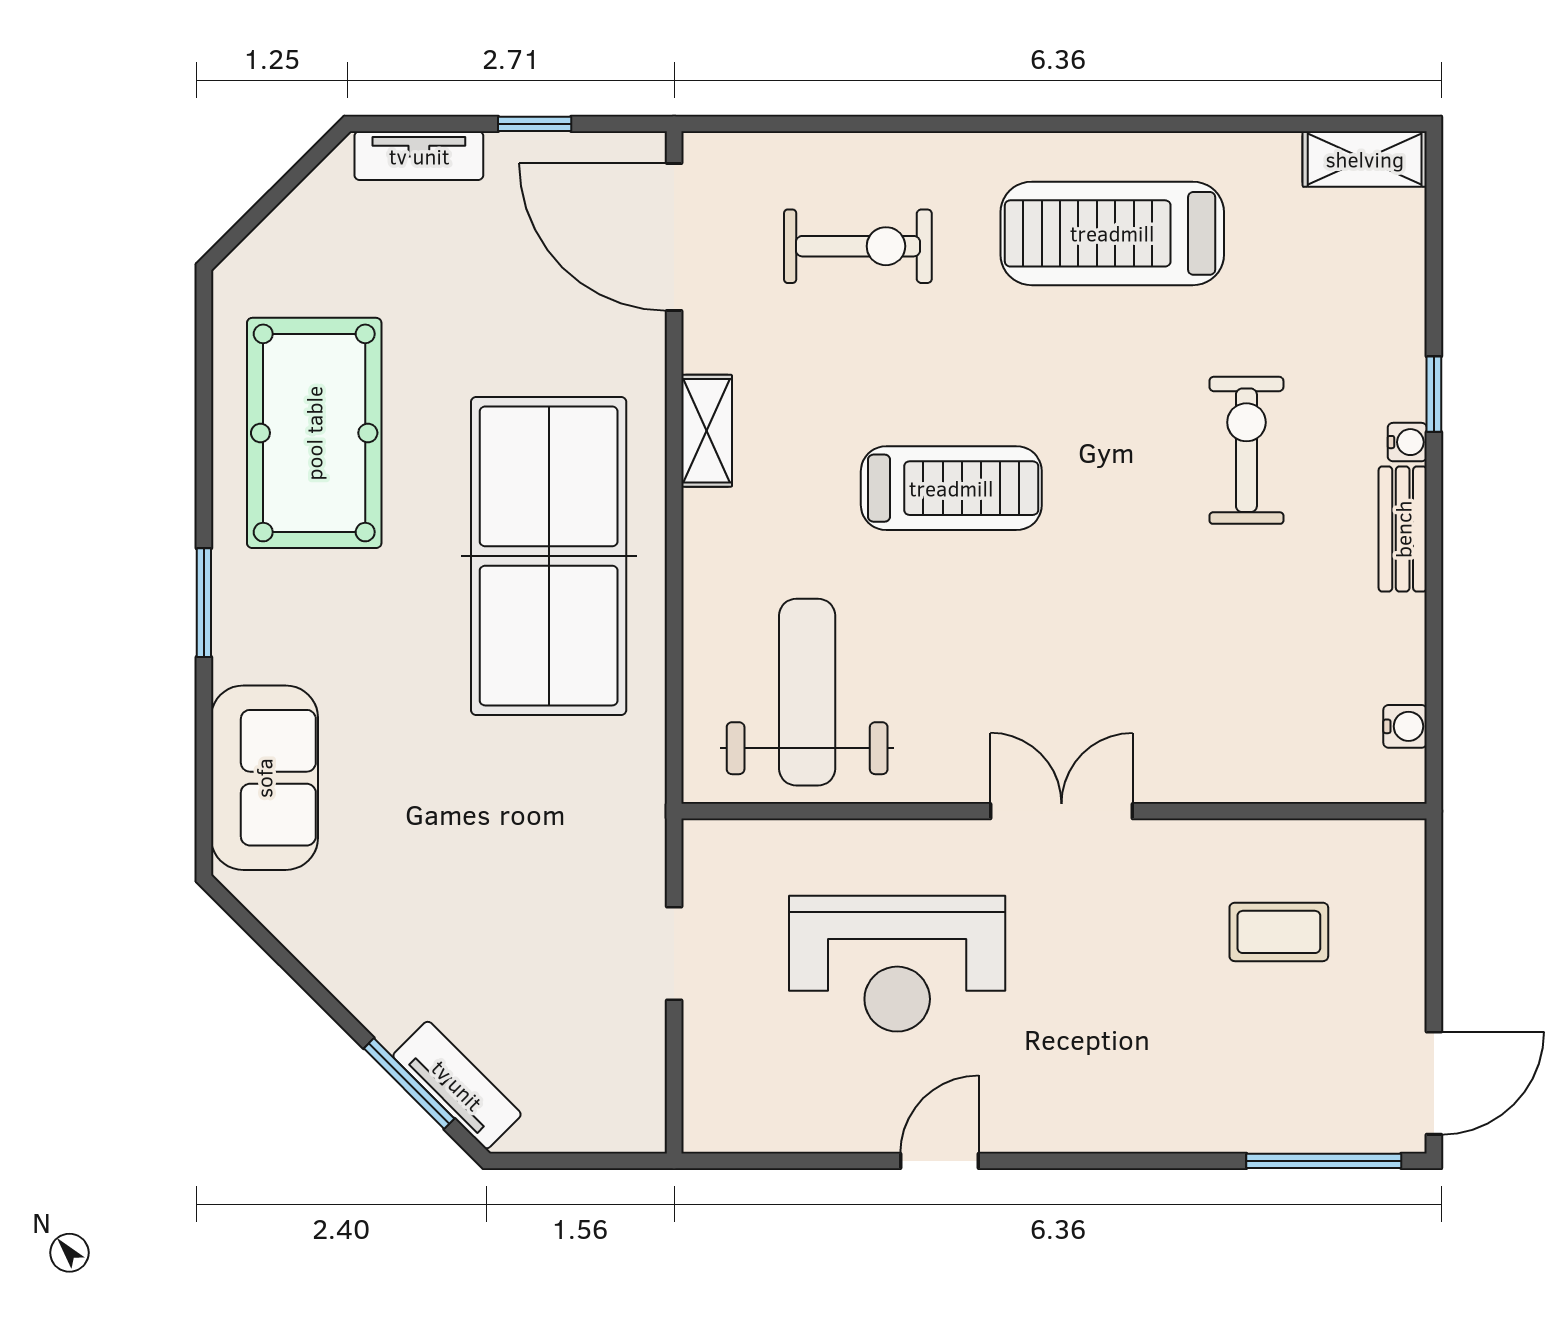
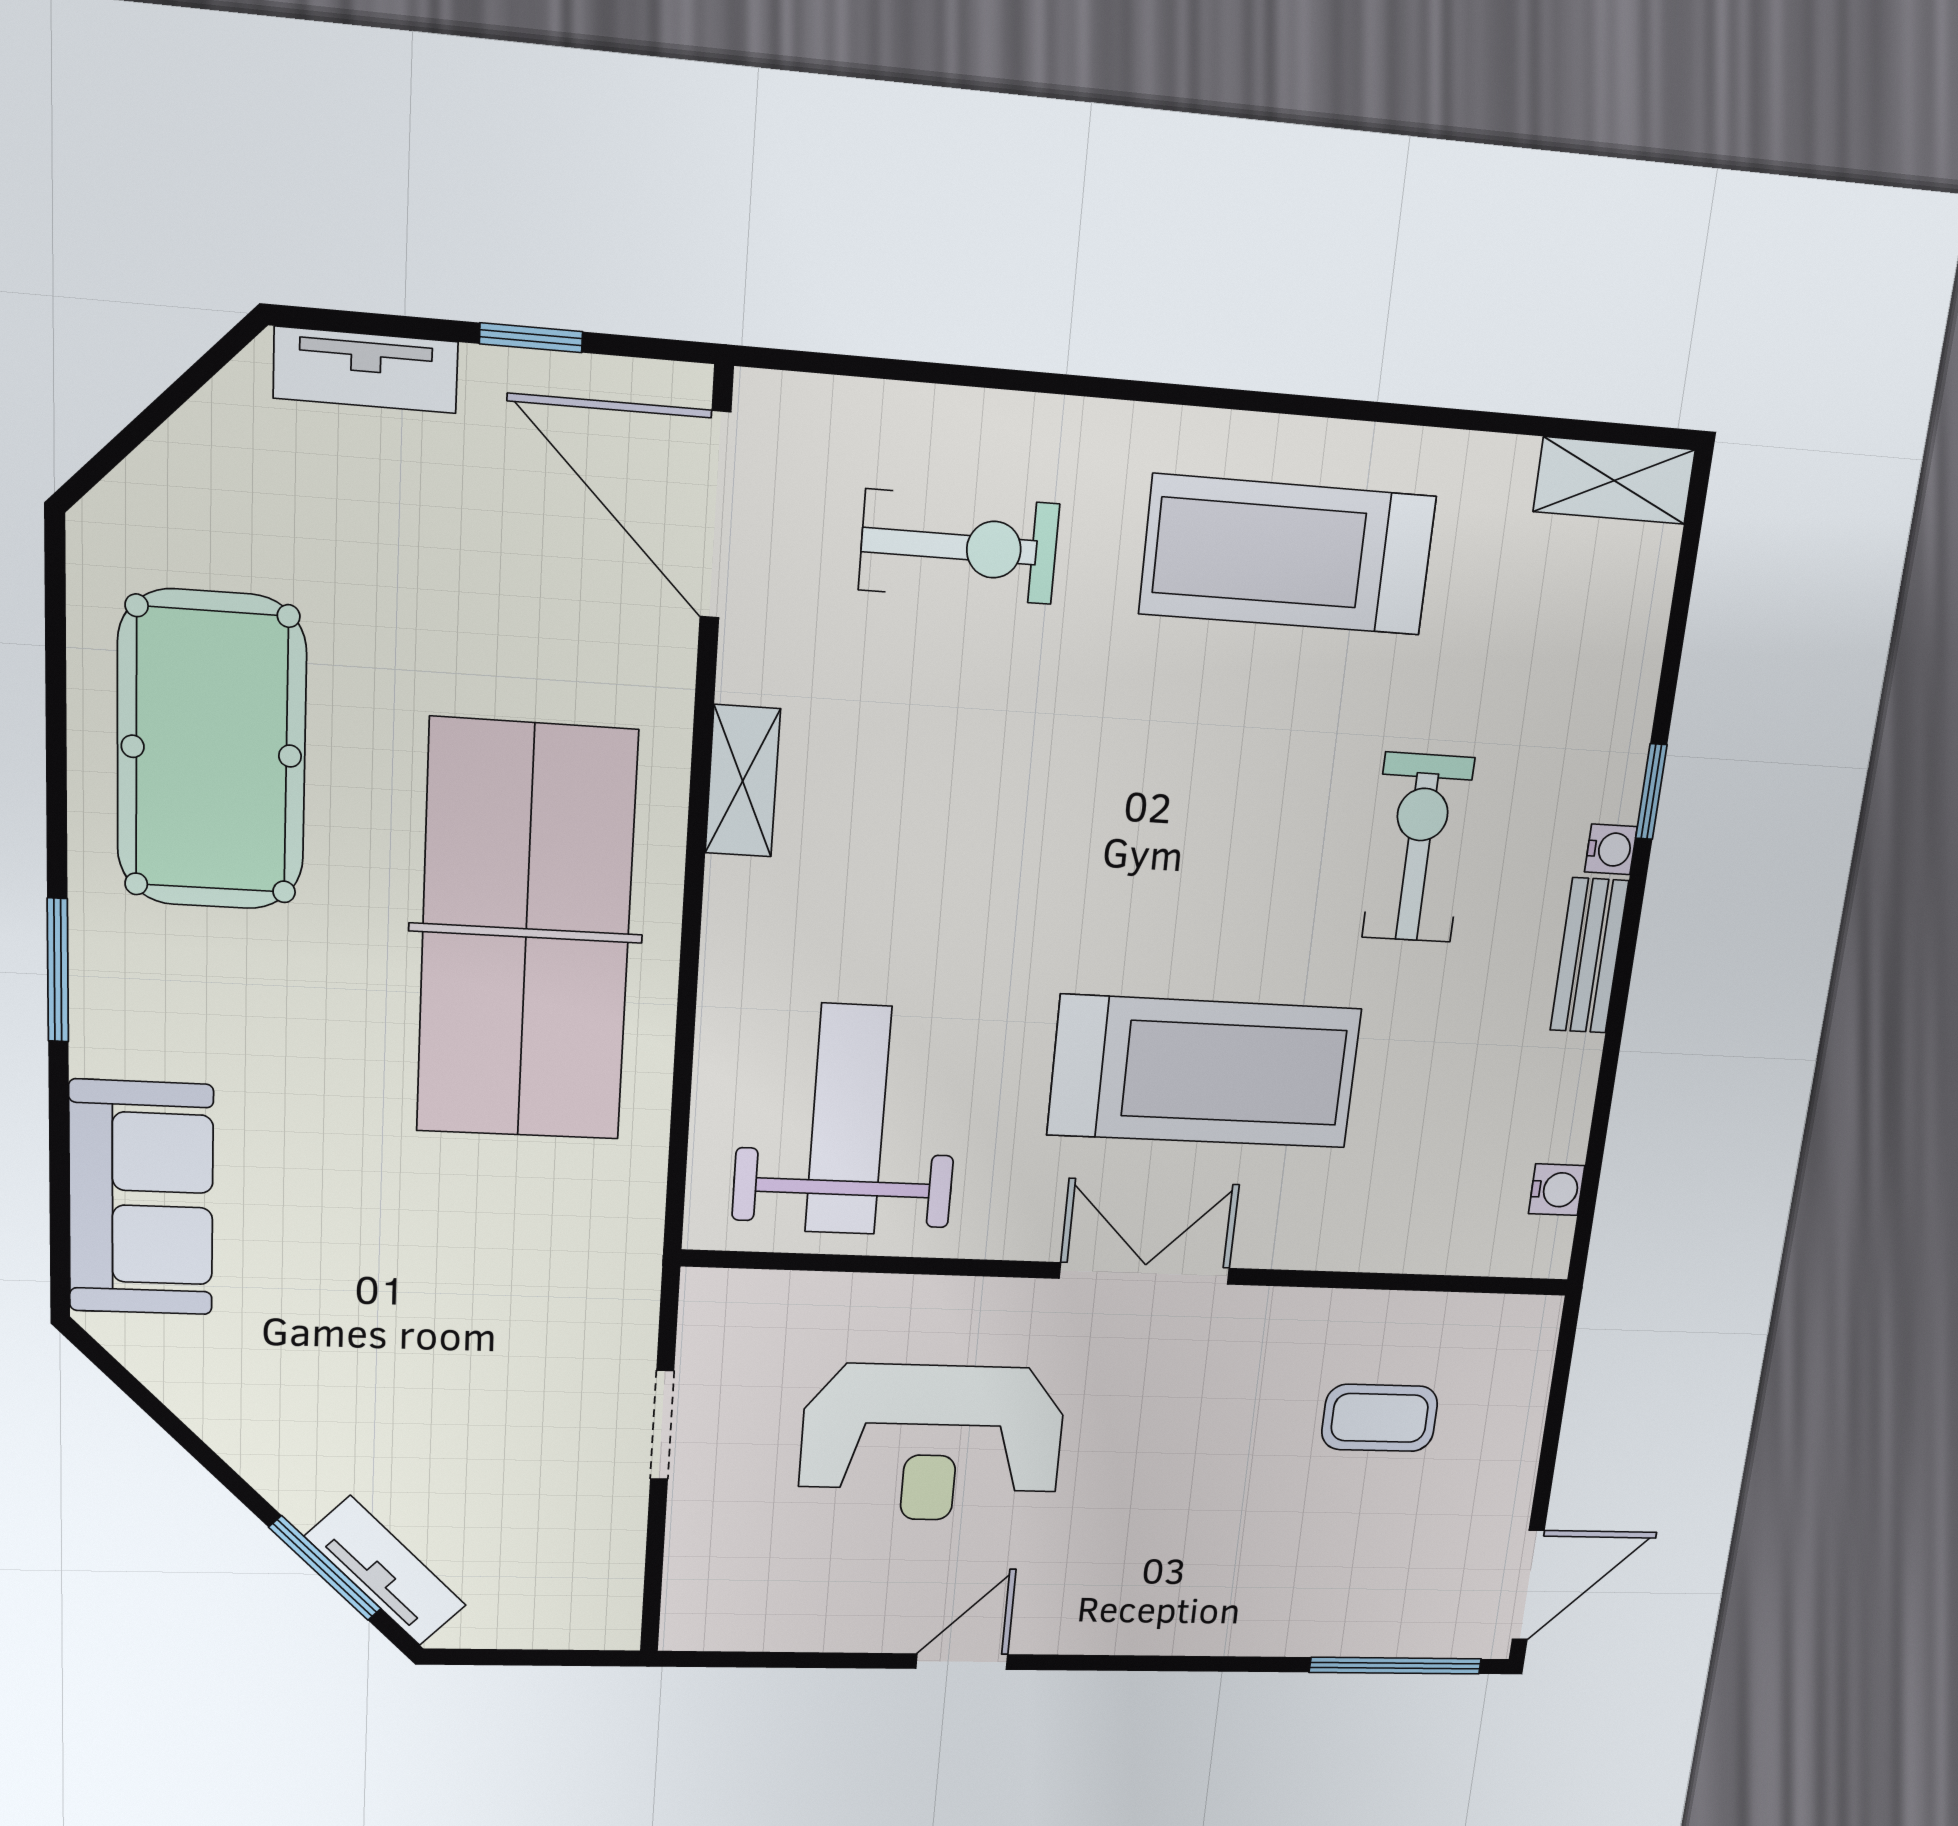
treadmill: (951, 488) -> (1204, 1072), moved, width x1.37, depth x1.38

